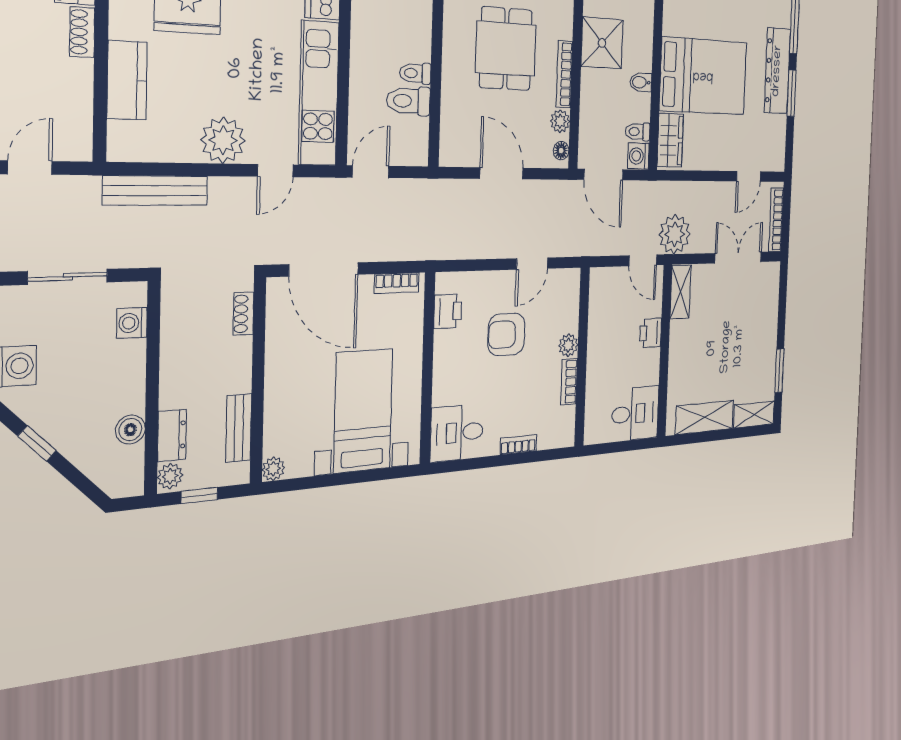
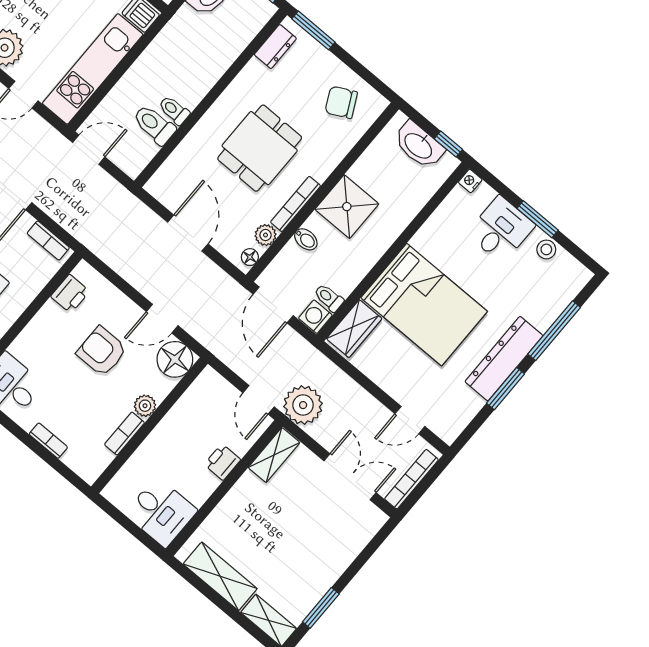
bidet: (641, 82) -> (306, 239), moved, turned 180
floor lamp: (564, 287) -> (175, 359), added

